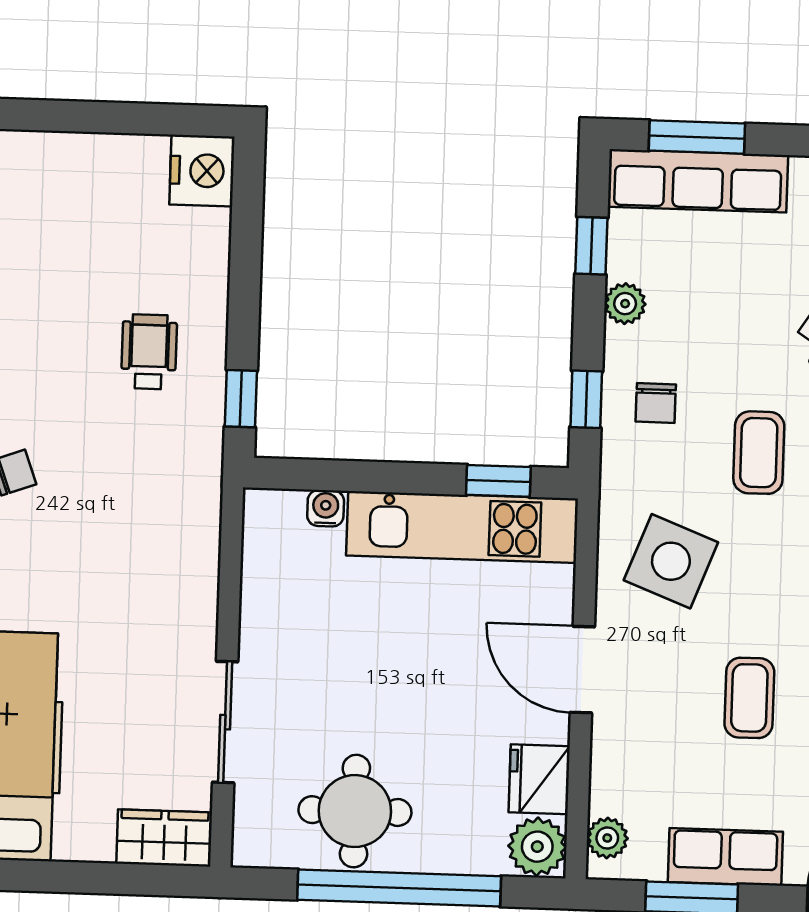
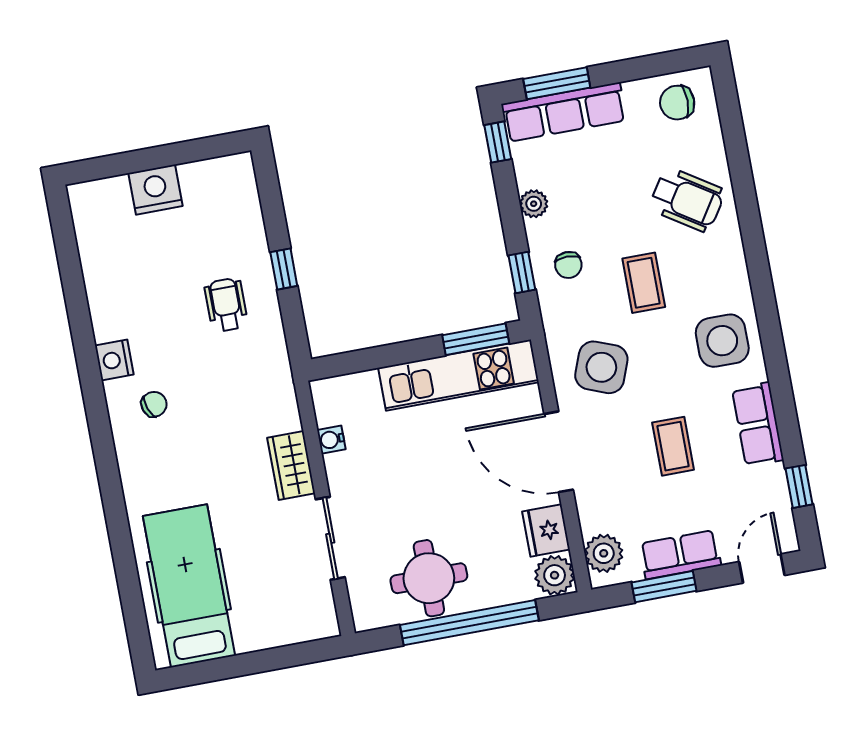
nightstand: (202, 171) -> (156, 190), moved, turned -90
window: (591, 246) -> (498, 142), moved
window: (241, 399) -> (284, 269), moved
window: (498, 481) -> (476, 339), width x1.50
water cooler: (326, 508) -> (331, 440), moved, turned -90
door: (582, 670) -> (559, 452), width x1.36
wardrobe: (164, 838) -> (291, 465), moved, turned -90
plant: (607, 838) -> (604, 553), width x1.38, depth x1.38

